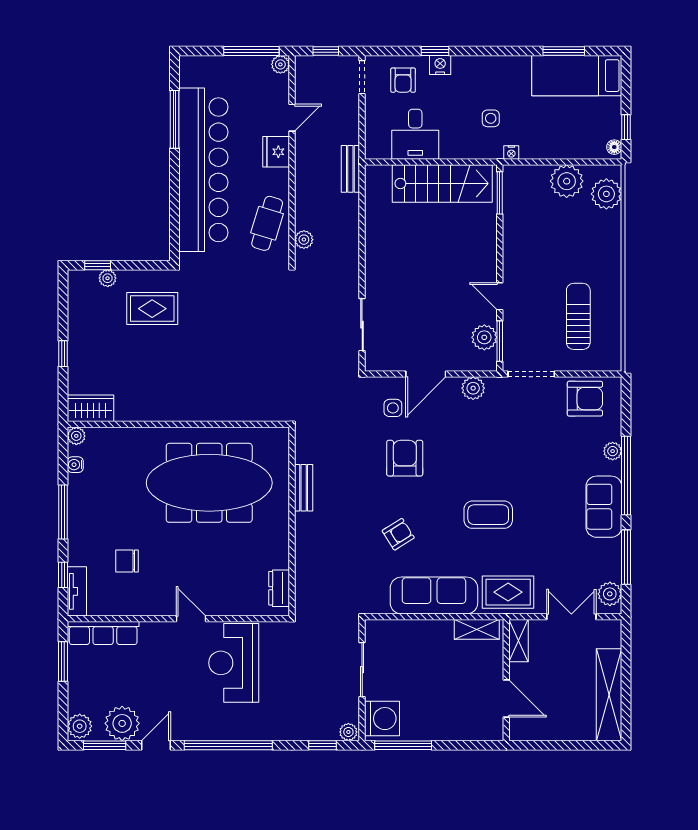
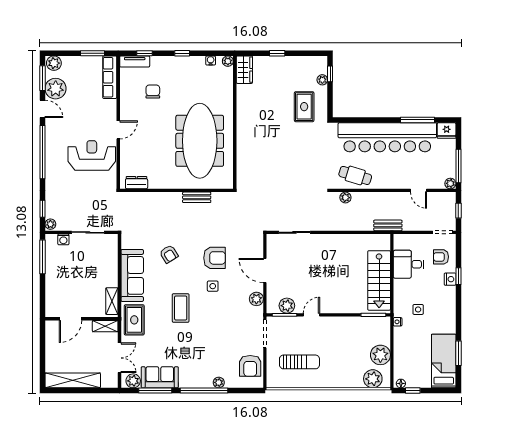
fridge: (276, 152) -> (447, 131), moved, turned 180
side table: (393, 408) -> (213, 286), moved
sofa: (604, 507) -> (160, 377), moved
window: (63, 512) -> (182, 53), width x0.46
washing machine: (382, 719) -> (63, 239), width x0.53, depth x0.53

